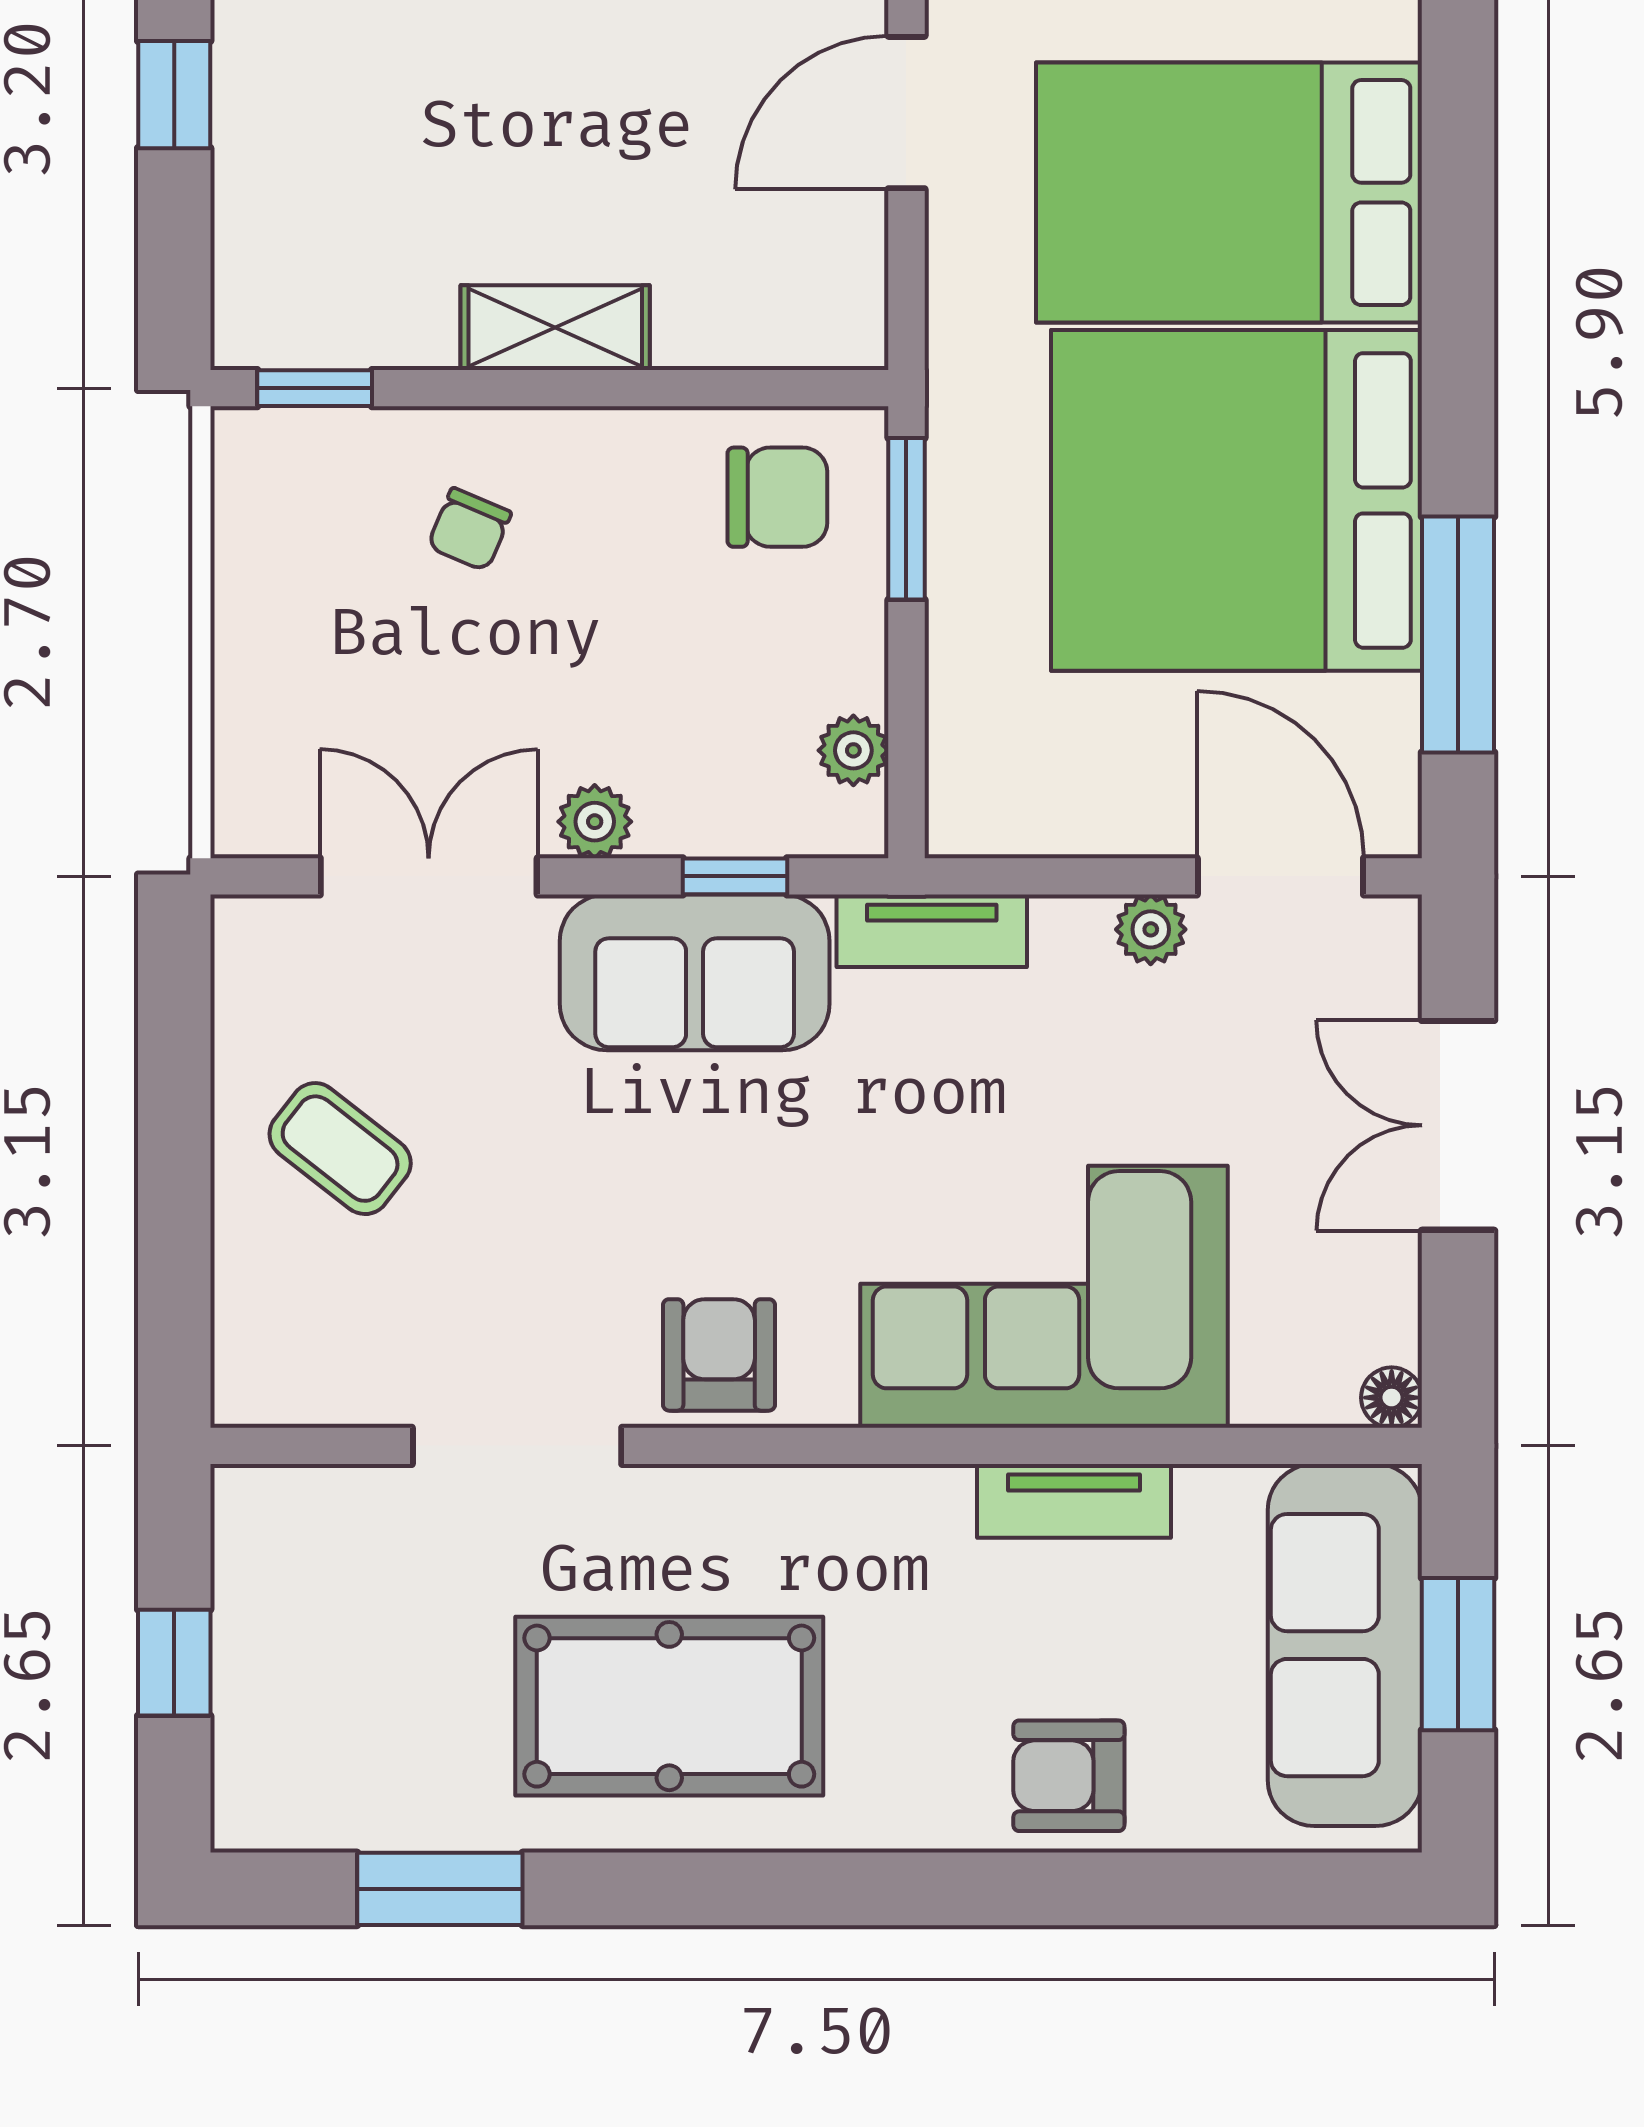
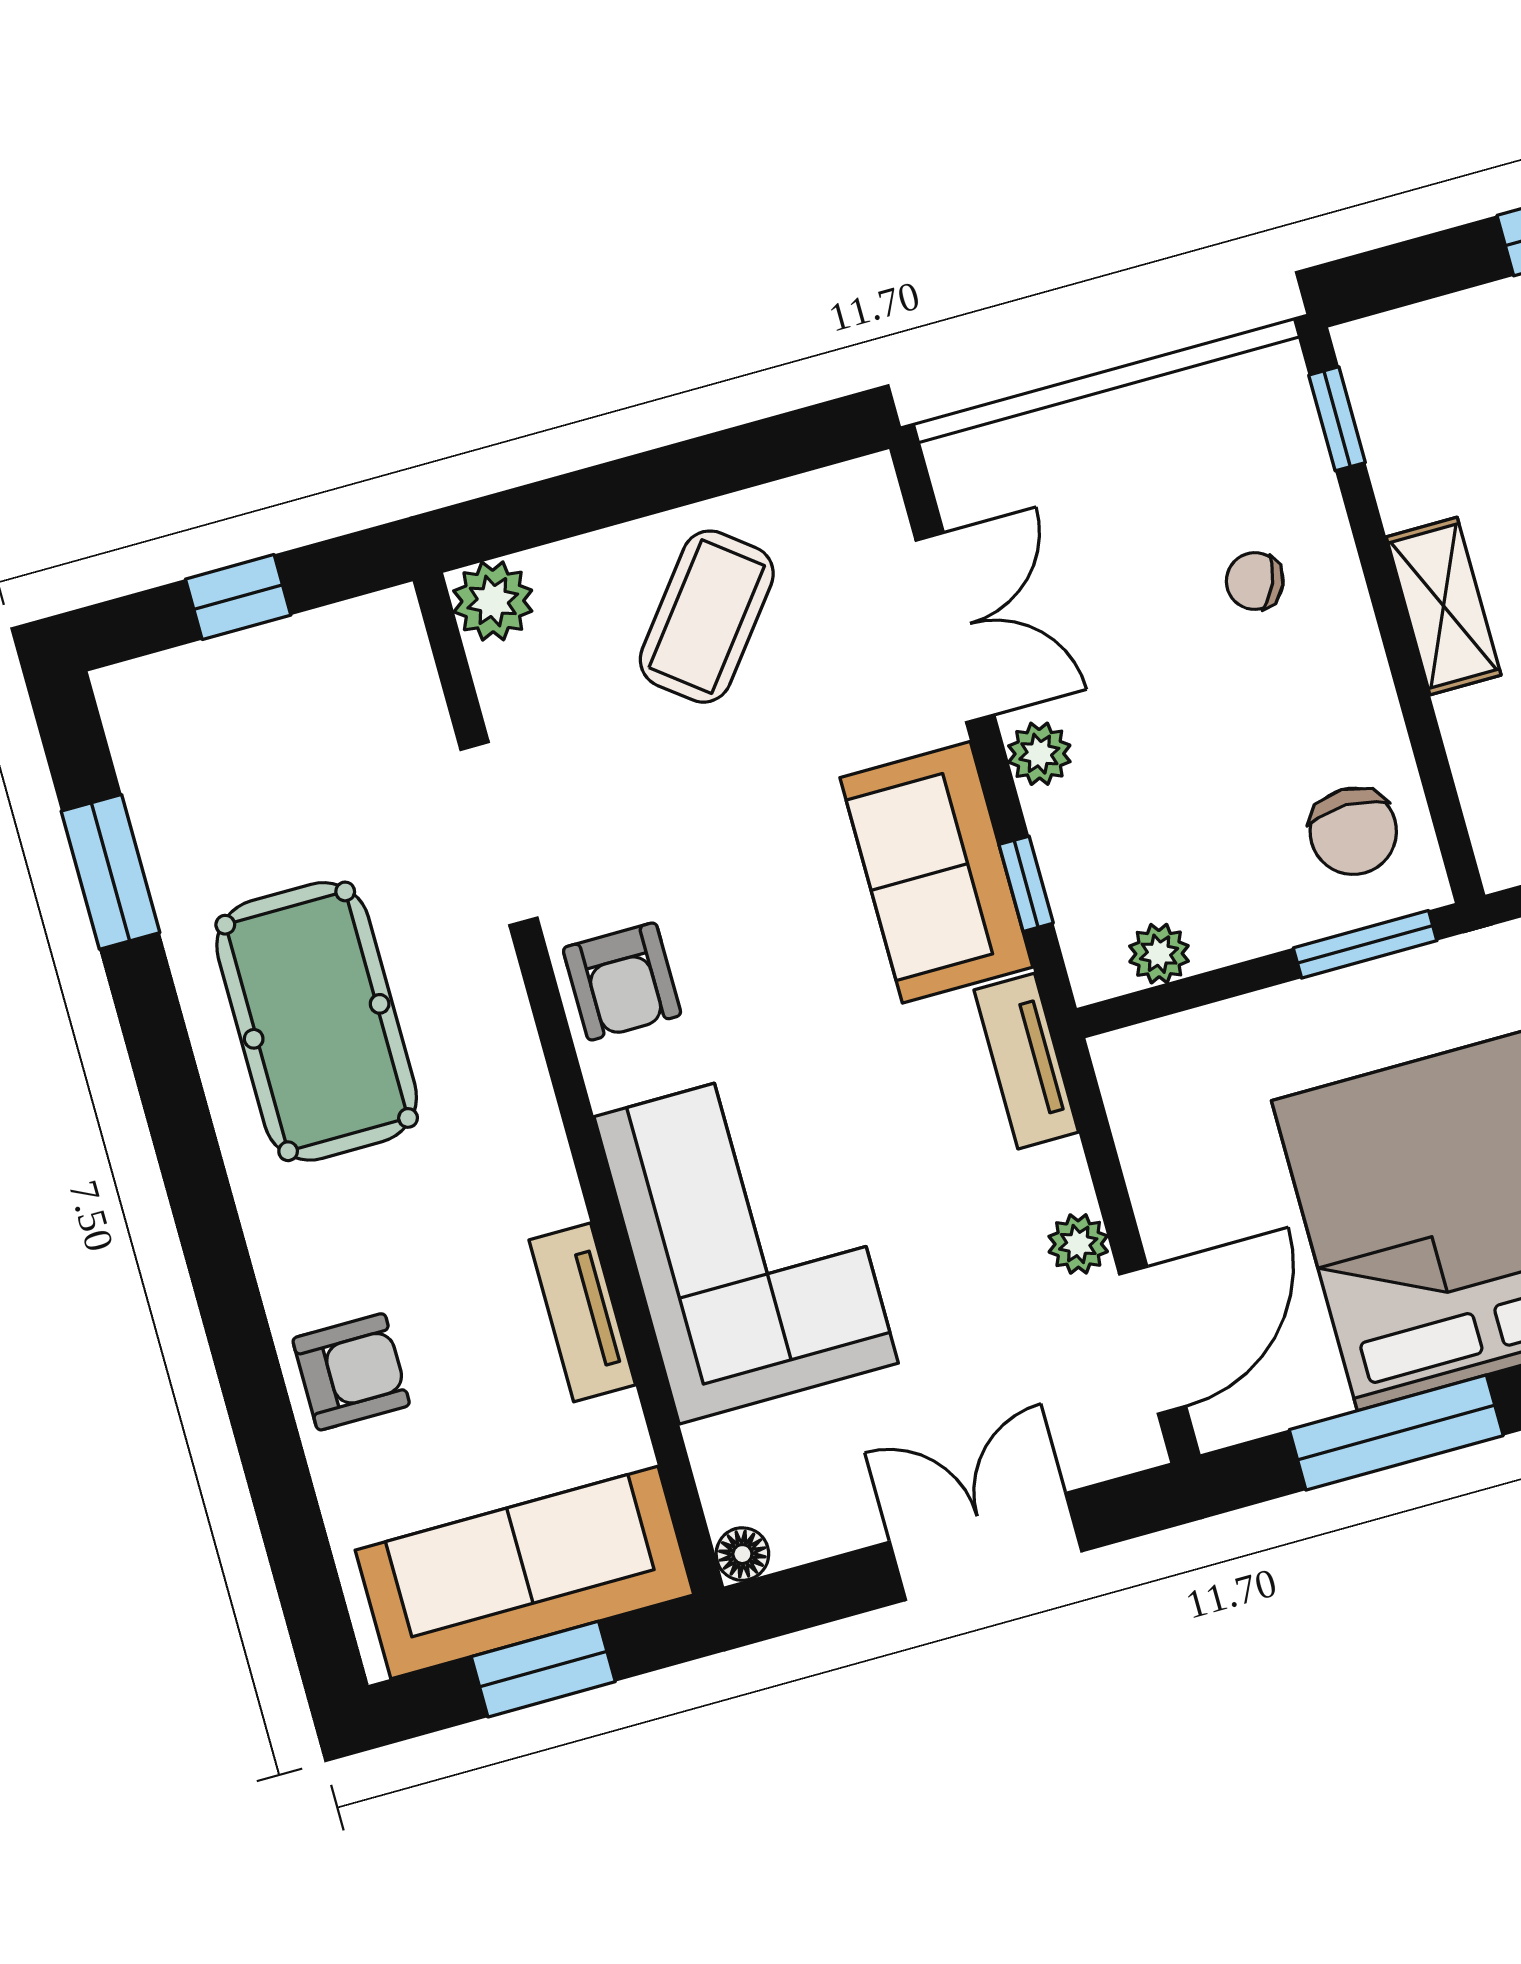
coffee table: (340, 1149) -> (707, 617), width x1.36, depth x1.30
armchair: (719, 1355) -> (622, 981), turned 90
plant: (257, 1381) -> (493, 601), added
armchair: (1069, 1776) -> (351, 1372), turned 90

